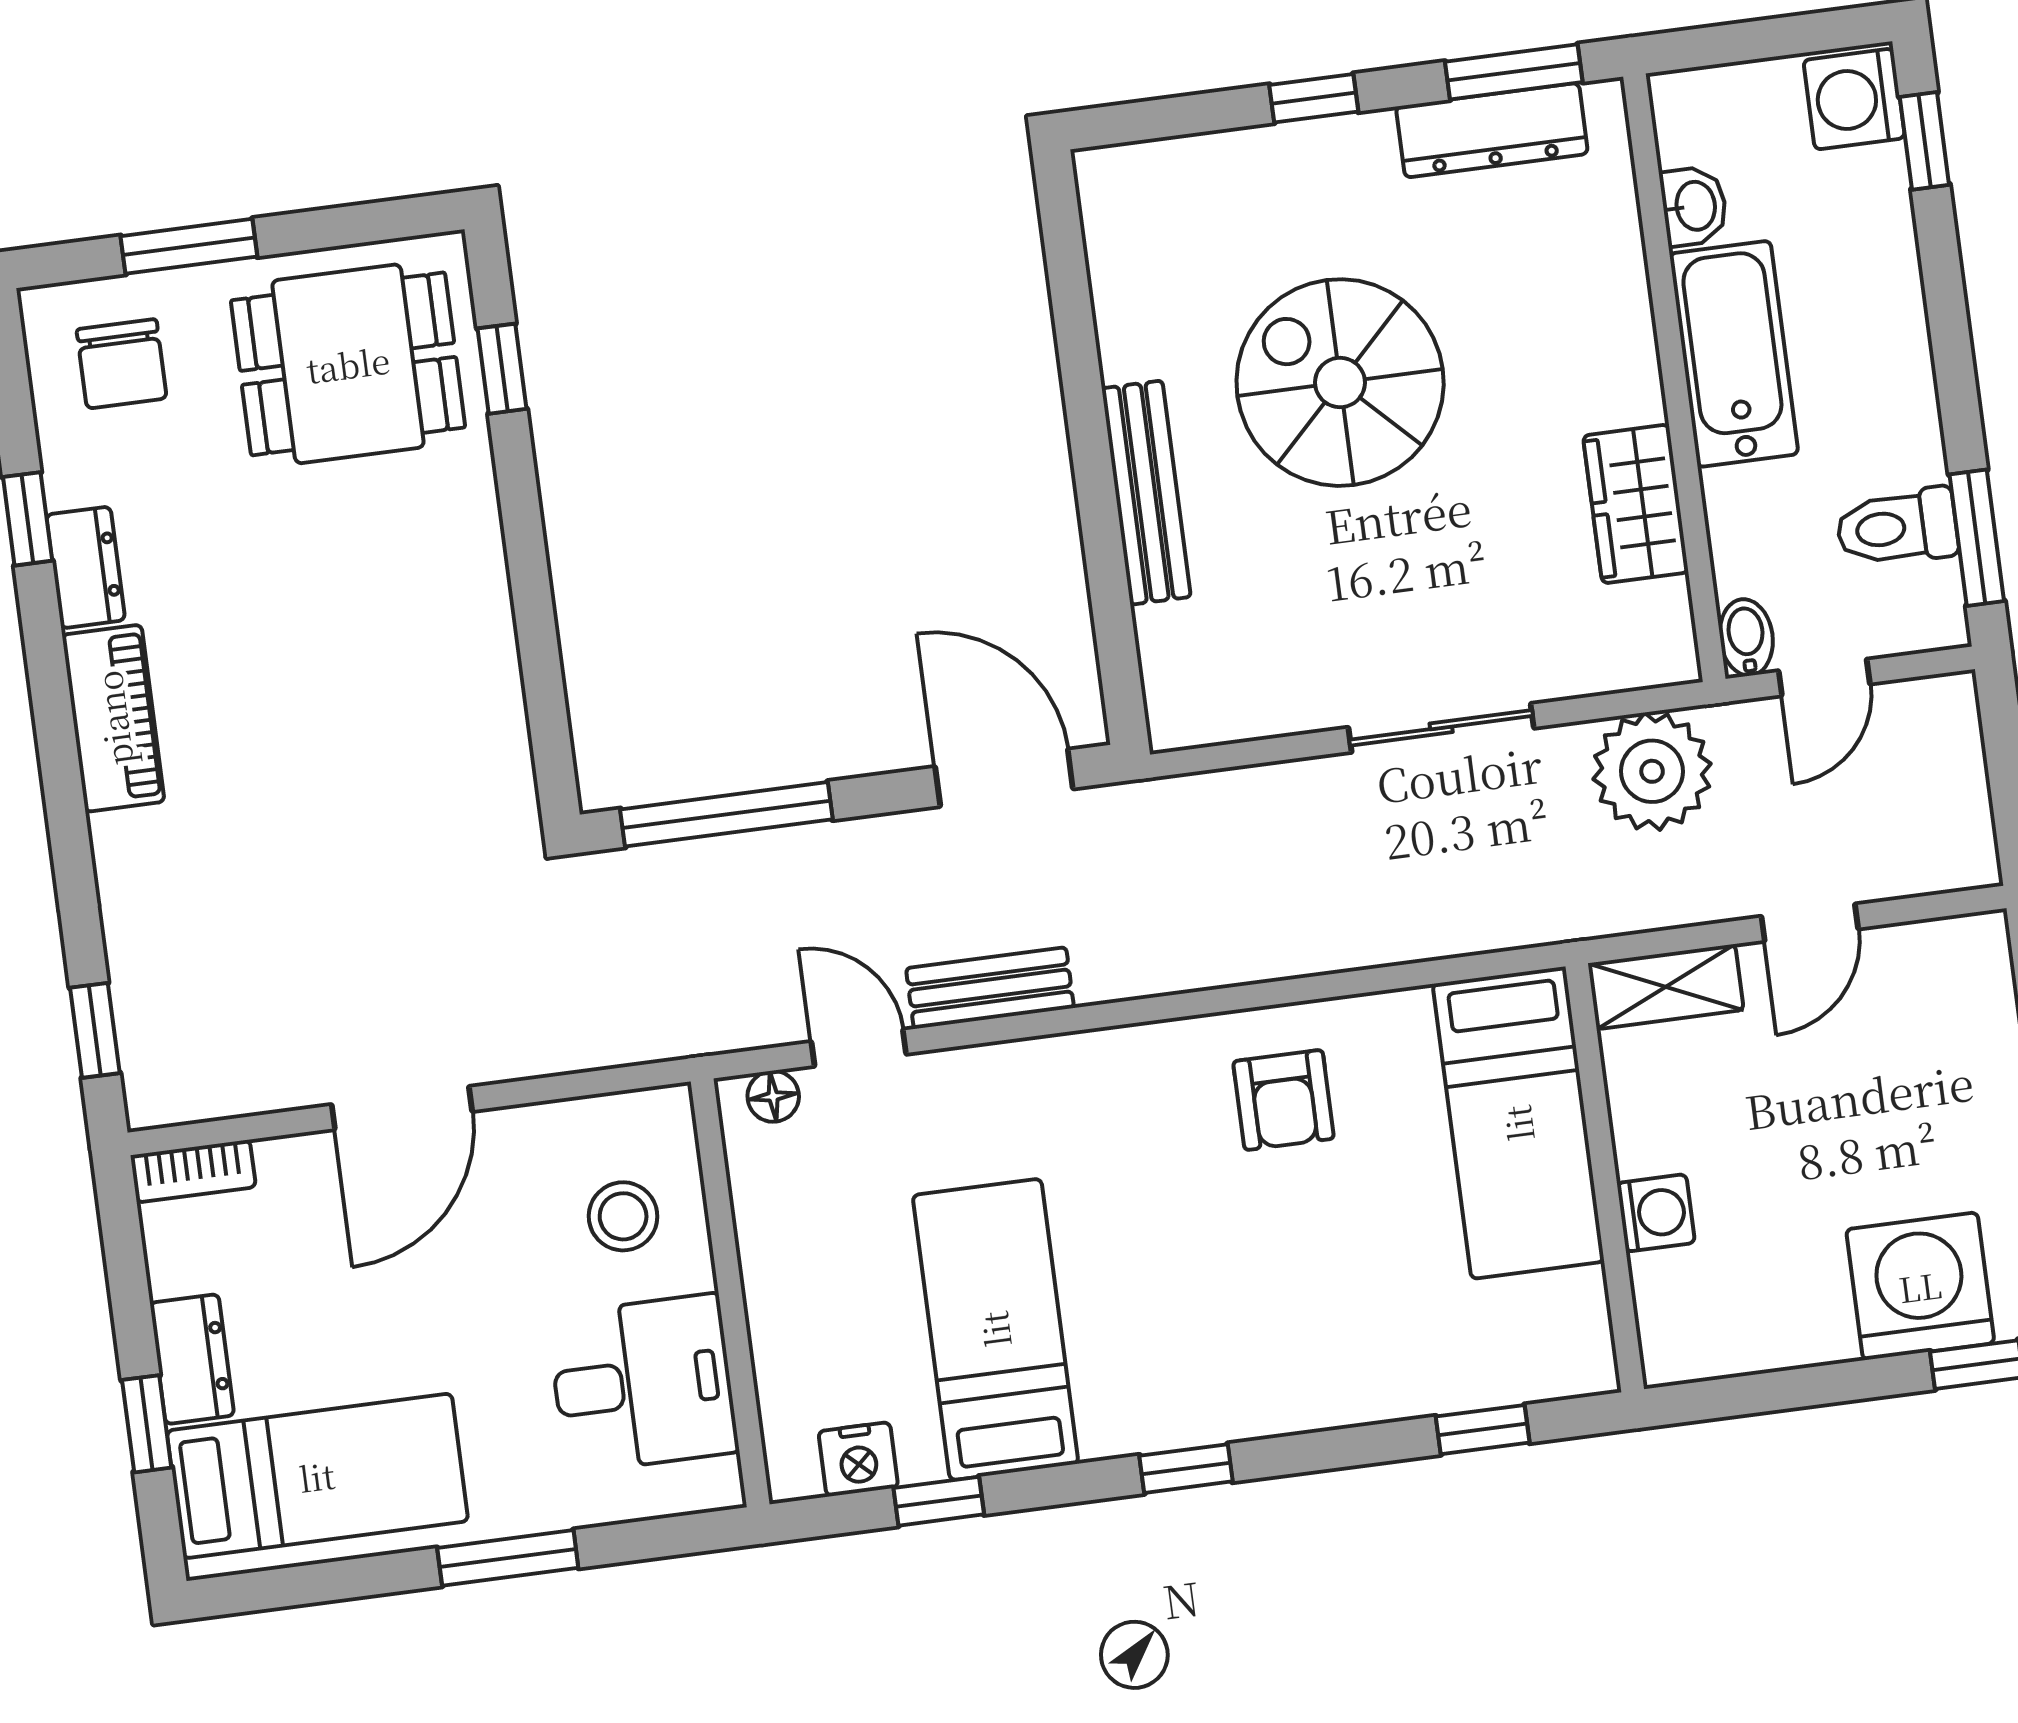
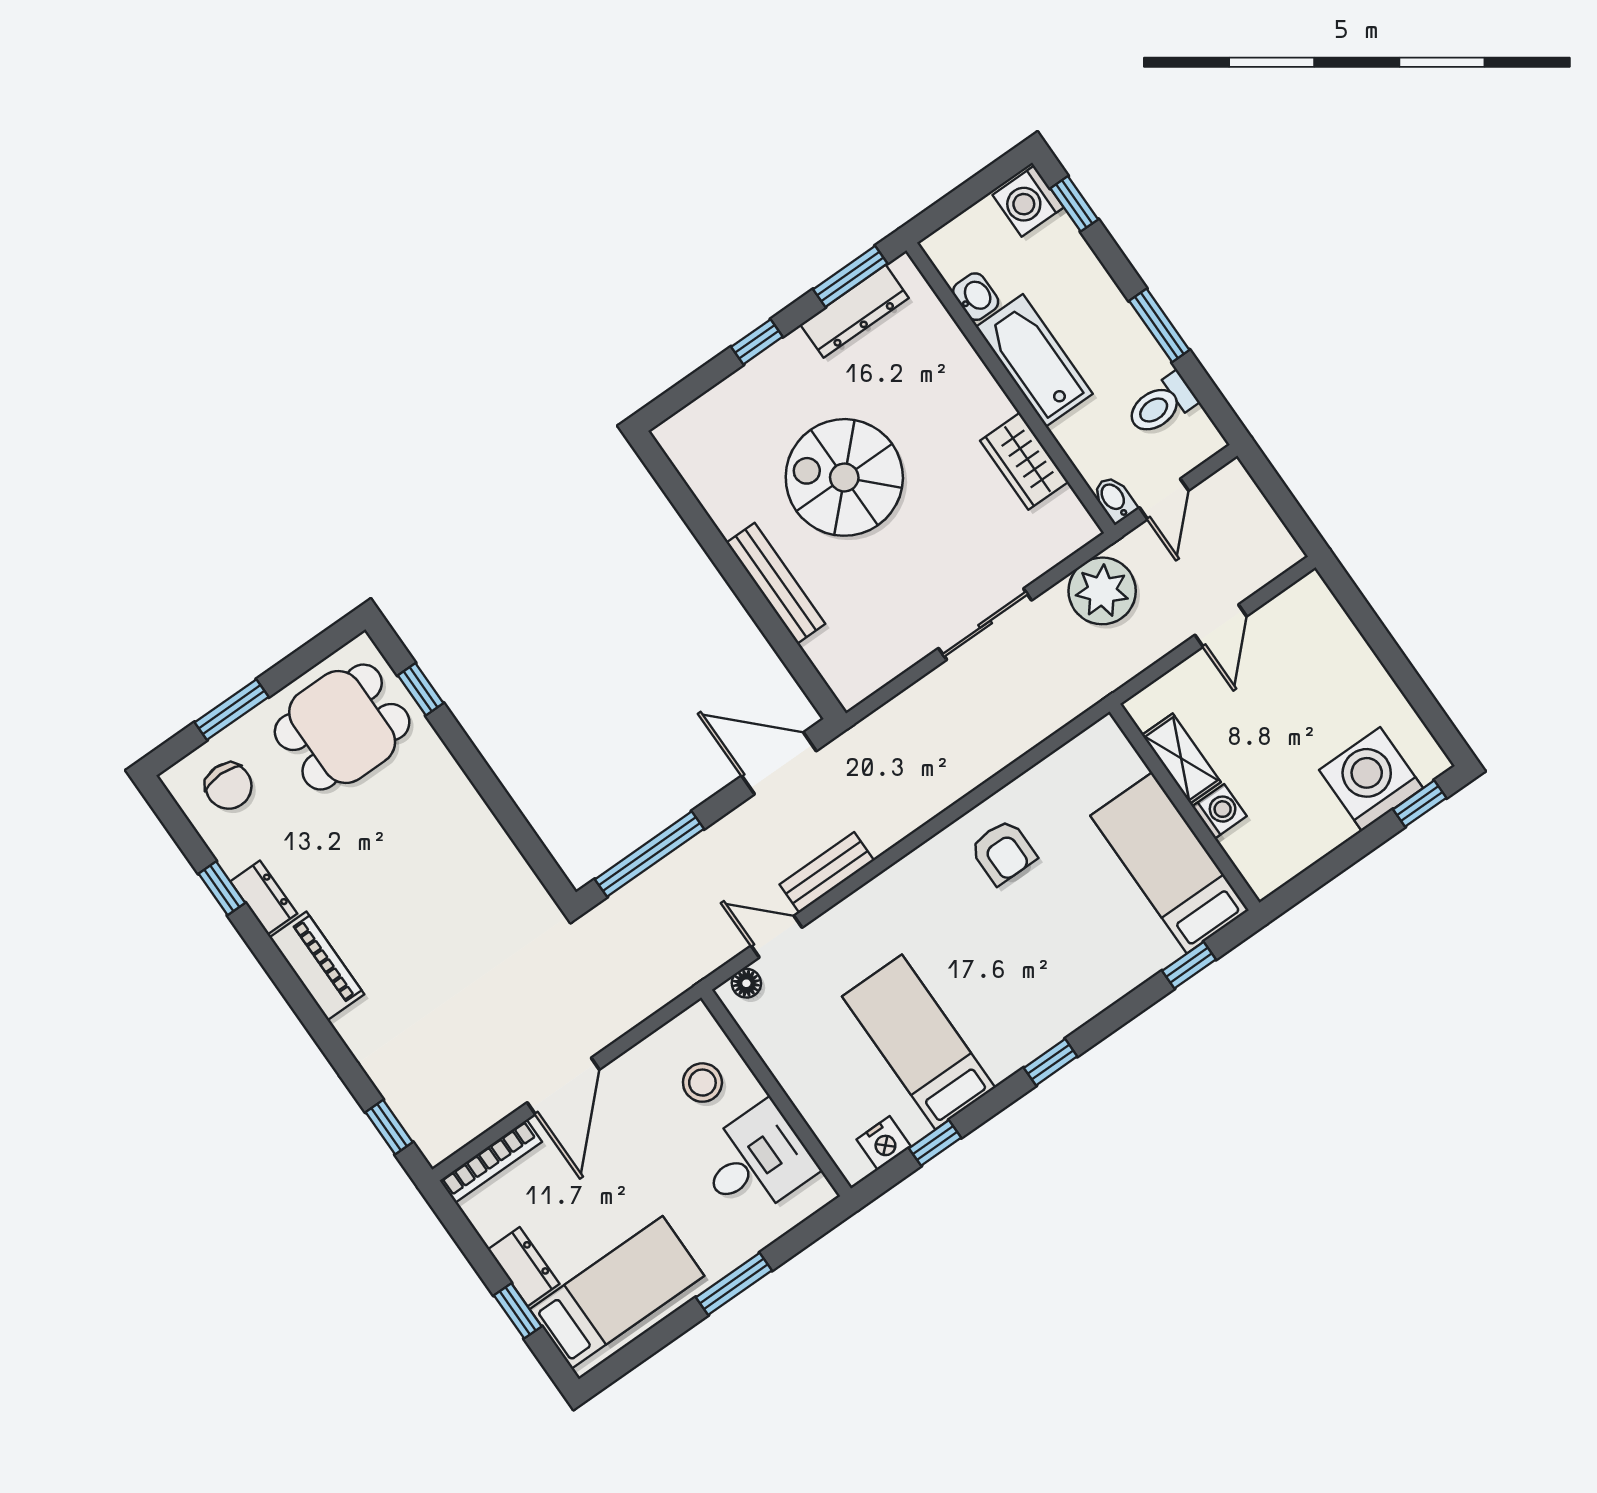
window: (1977, 538) -> (1159, 325), moved
shelving: (1666, 987) -> (1181, 759), moved, turned 90
bed: (1518, 1123) -> (1170, 863), moved, turned 180
bookcase: (193, 1171) -> (491, 1161), width x1.56

